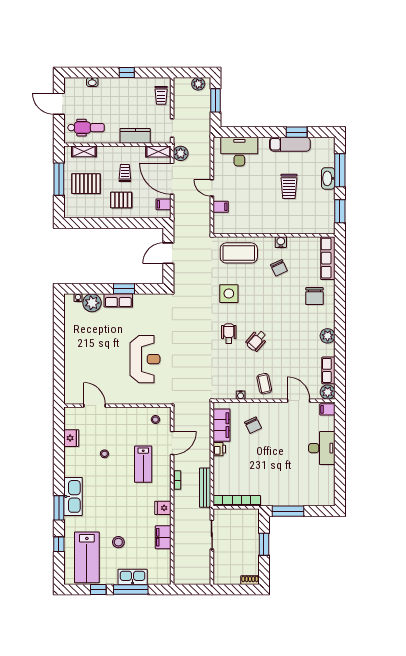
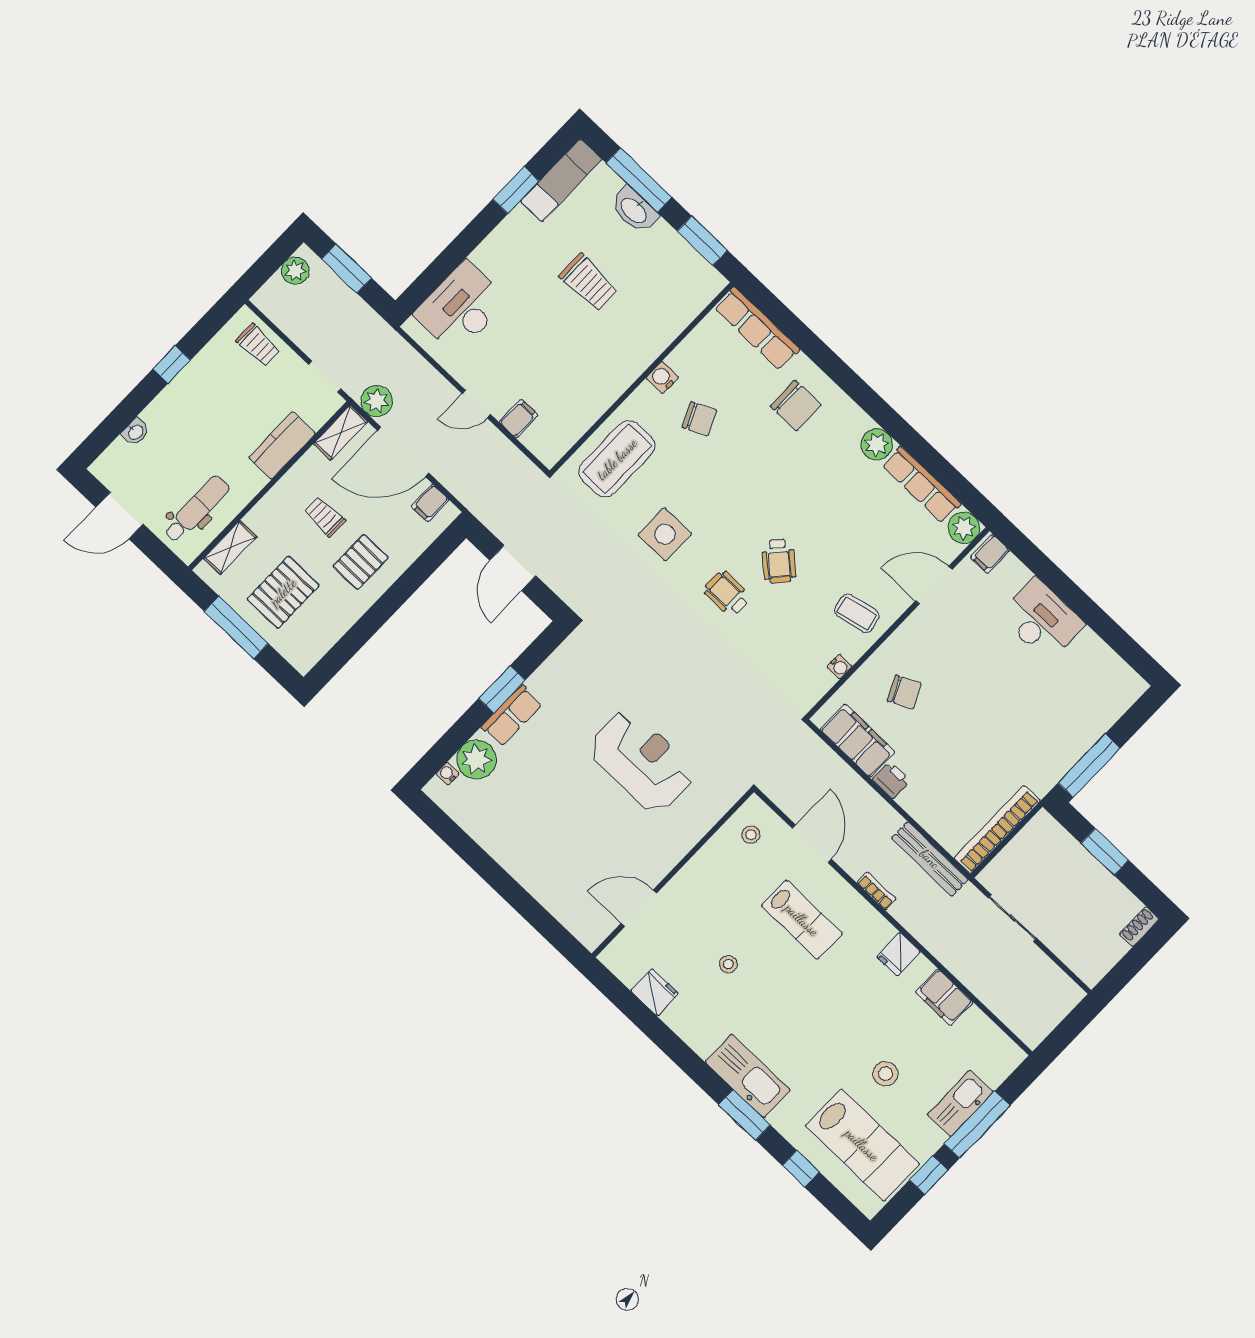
exam couch: (290, 144) -> (561, 180), moved
row of seats: (328, 370) -> (922, 485), width x1.48

